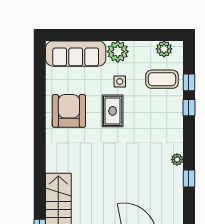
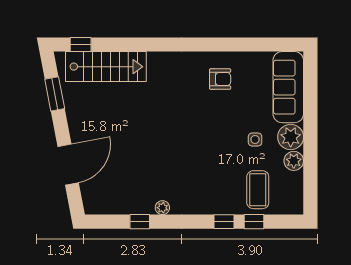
plant: (164, 49) -> (294, 161), moved
armchair: (69, 111) -> (220, 79), width x0.53, depth x0.53
rug: (113, 111) -> (220, 131), removed

